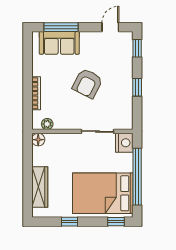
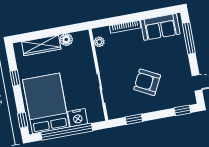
sofa: (59, 43) -> (160, 27), moved, turned -90
armchair: (88, 83) -> (147, 82), moved
window: (137, 87) -> (134, 119), moved
floor lamp: (38, 140) -> (66, 40), moved
nightstand: (124, 143) -> (78, 118), moved

